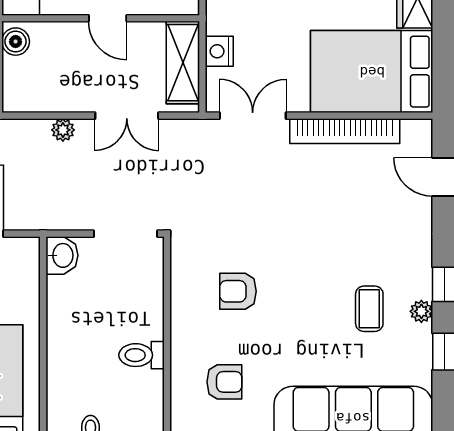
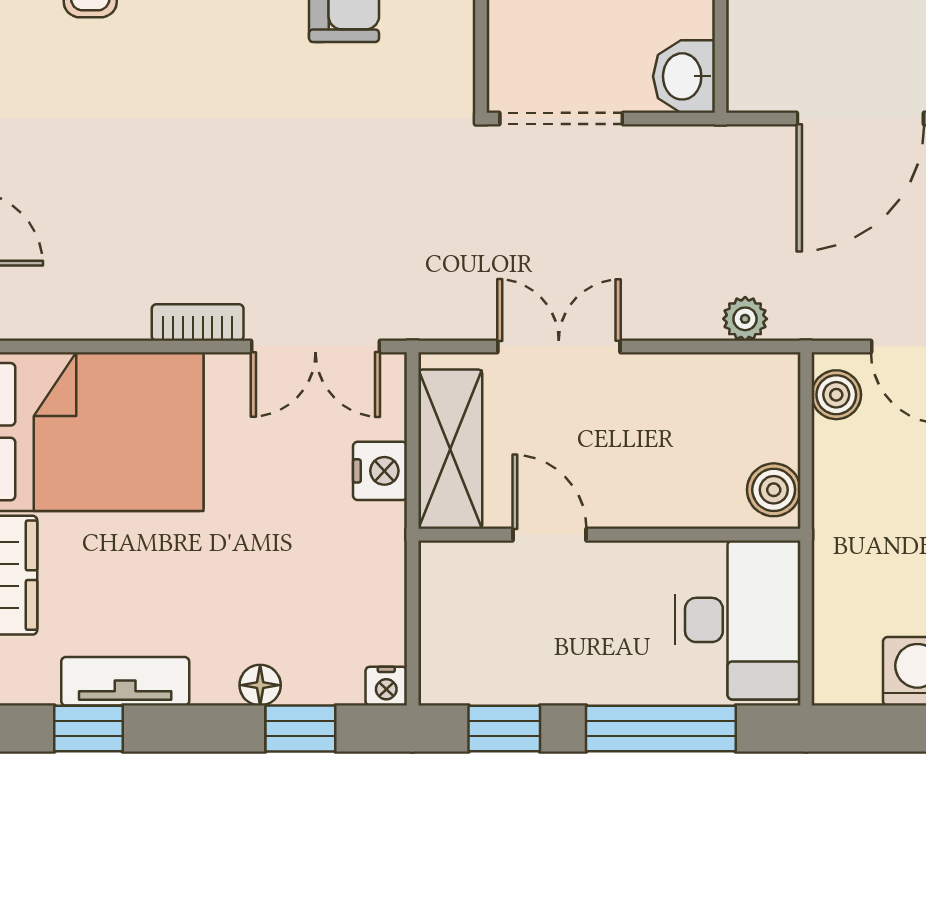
door: (108, 18) -> (549, 535), moved
plant: (63, 130) -> (745, 319), moved
bookcase: (345, 131) -> (198, 322), width x0.43, depth x0.76

